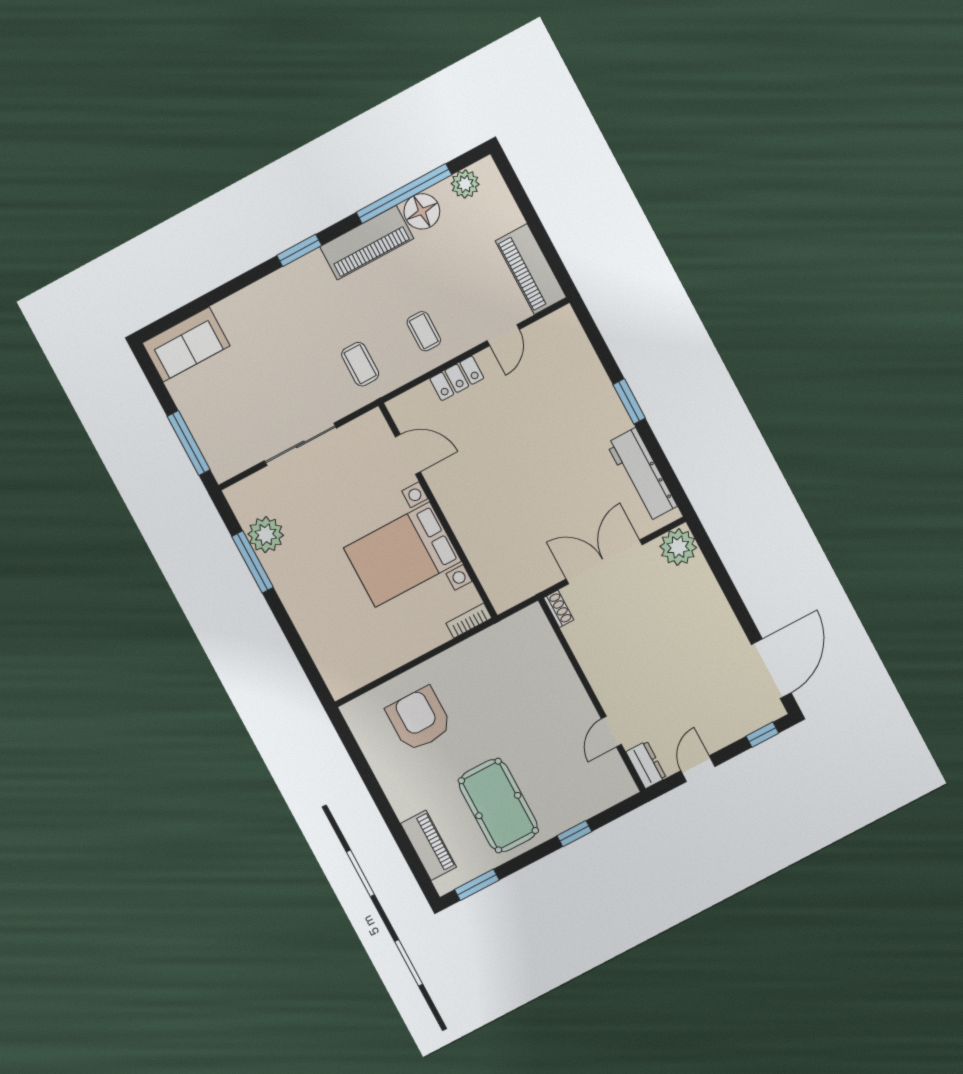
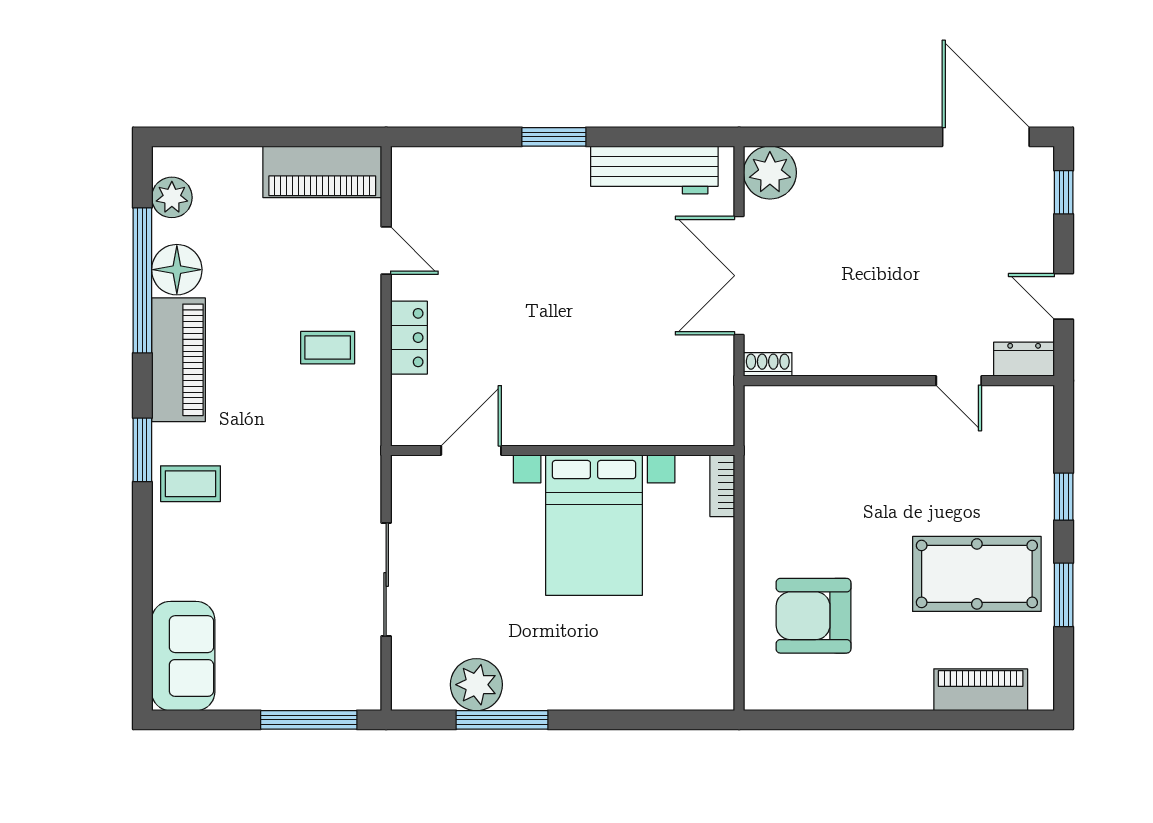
coffee table: (360, 364) -> (190, 484), moved
window: (477, 885) -> (1064, 595), moved

